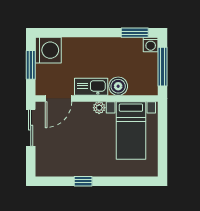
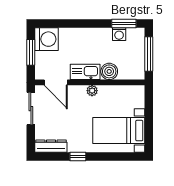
washing machine: (151, 45) -> (119, 34), moved
door: (59, 99) -> (56, 82), hinge flipped
bed with nightstands: (131, 131) -> (119, 131), moved, turned 90
dresser: (53, 170) -> (51, 146), added

